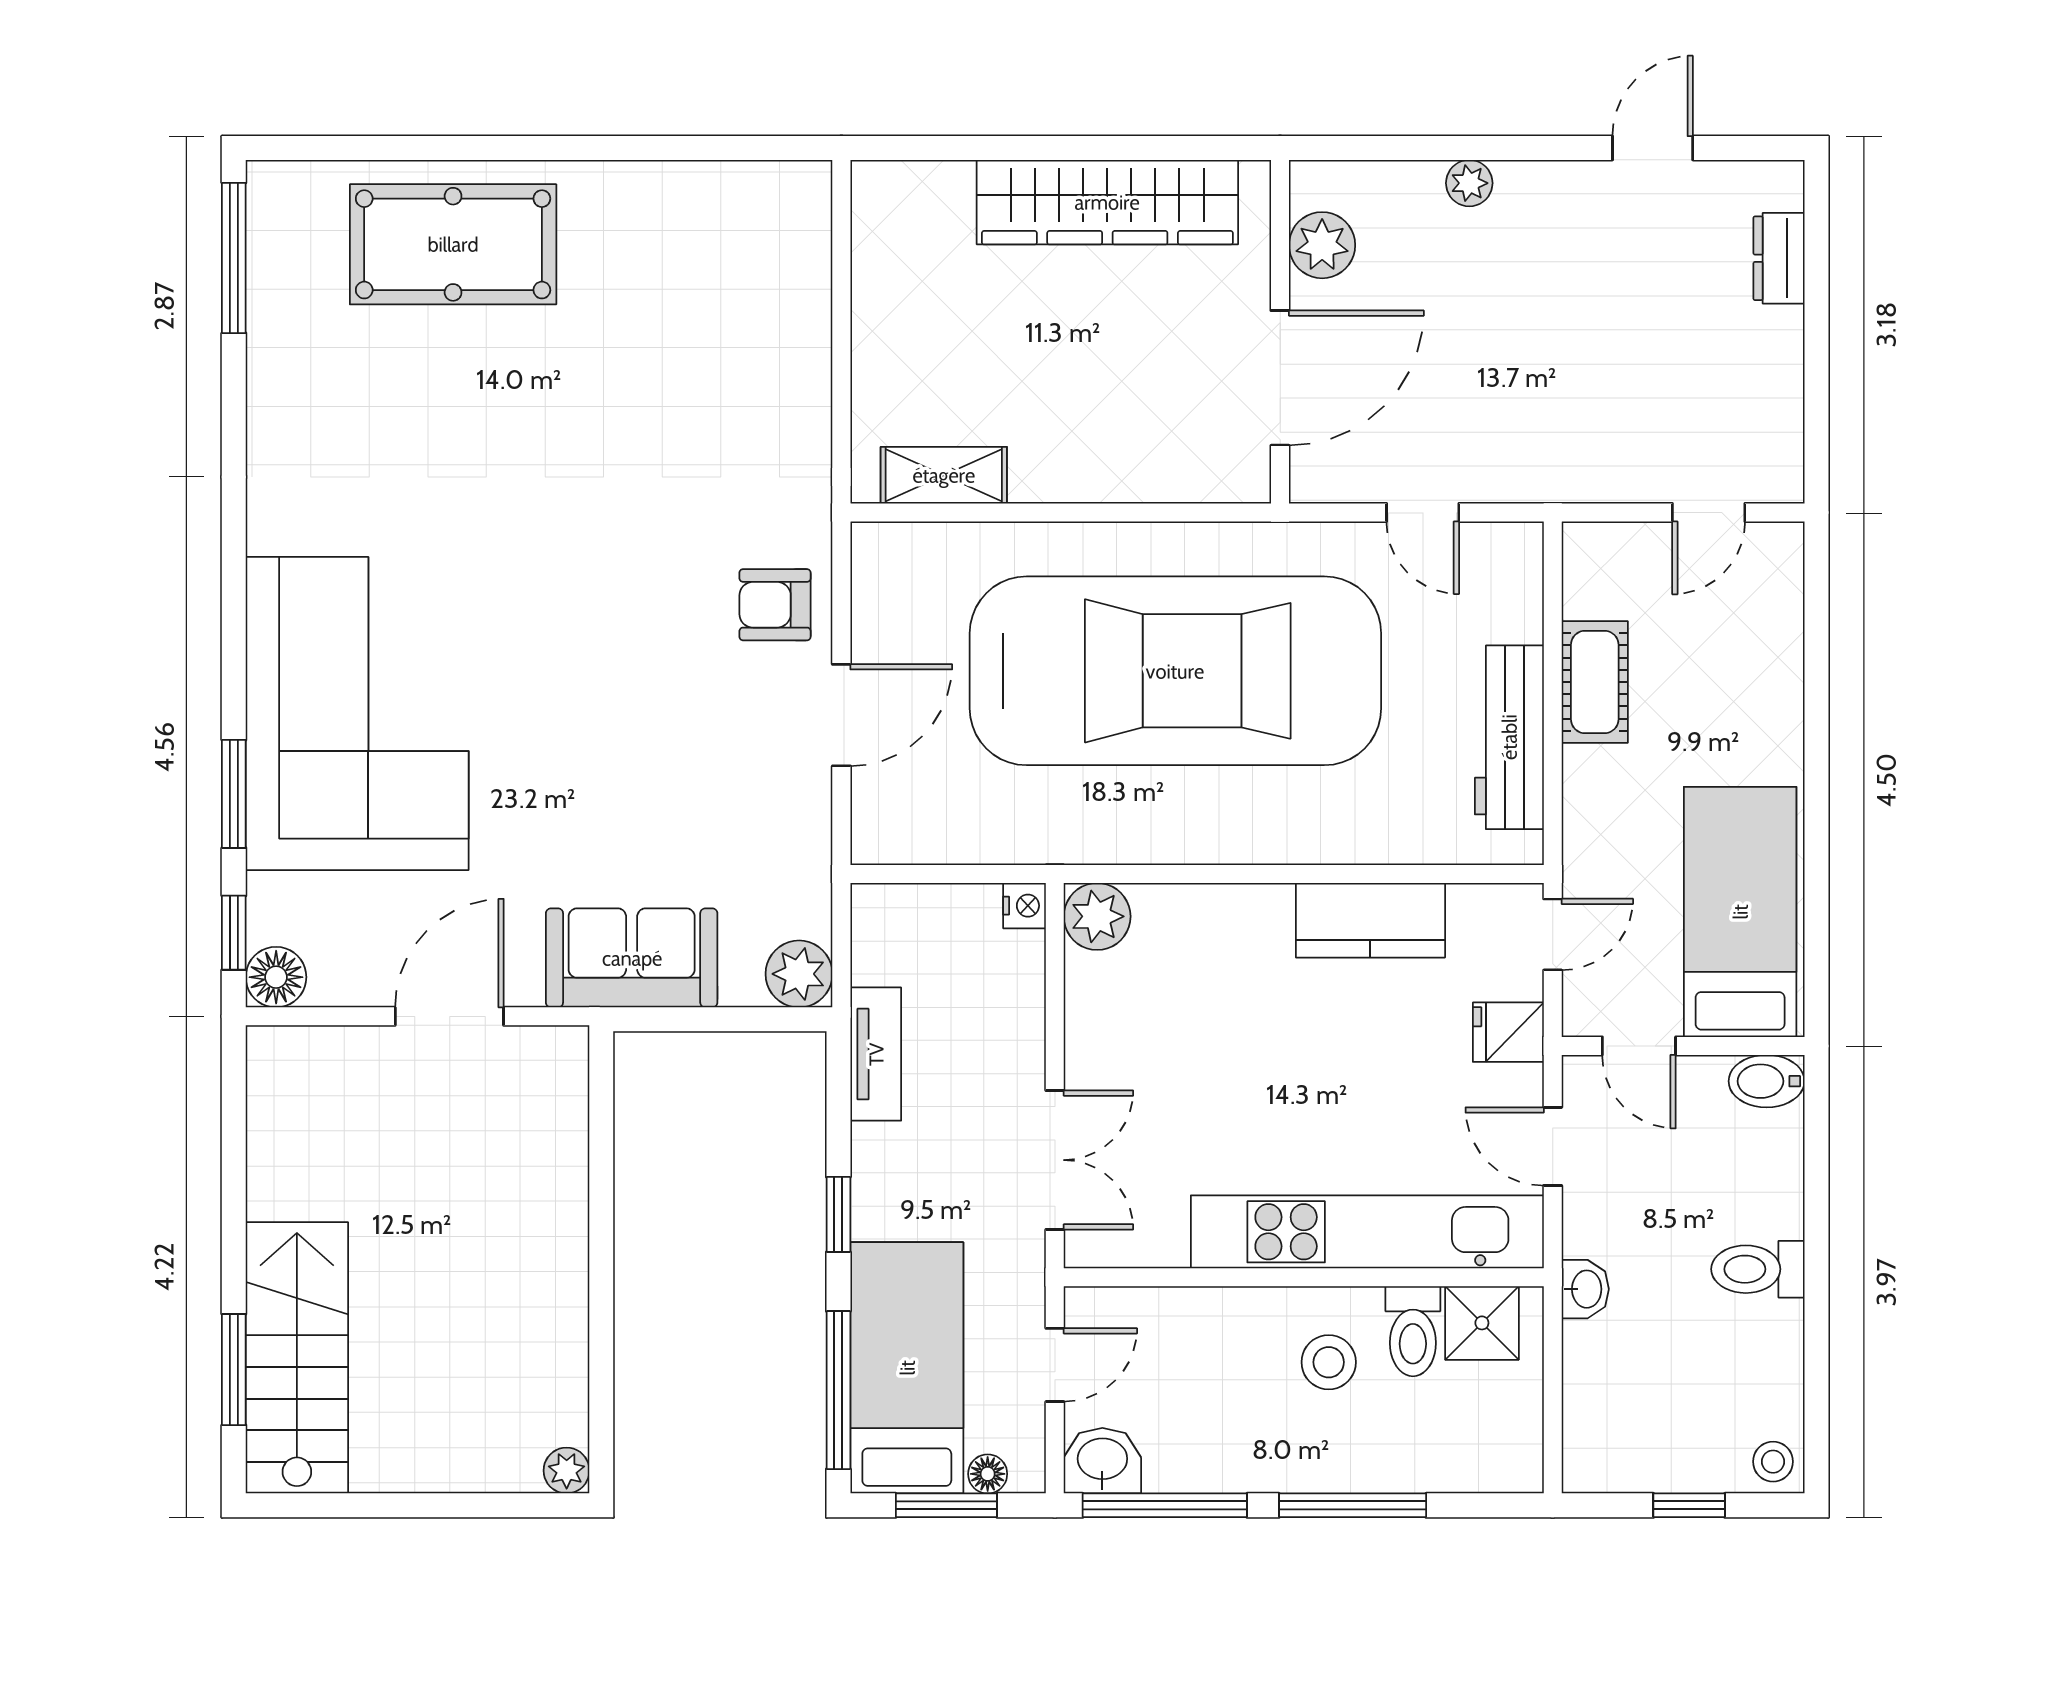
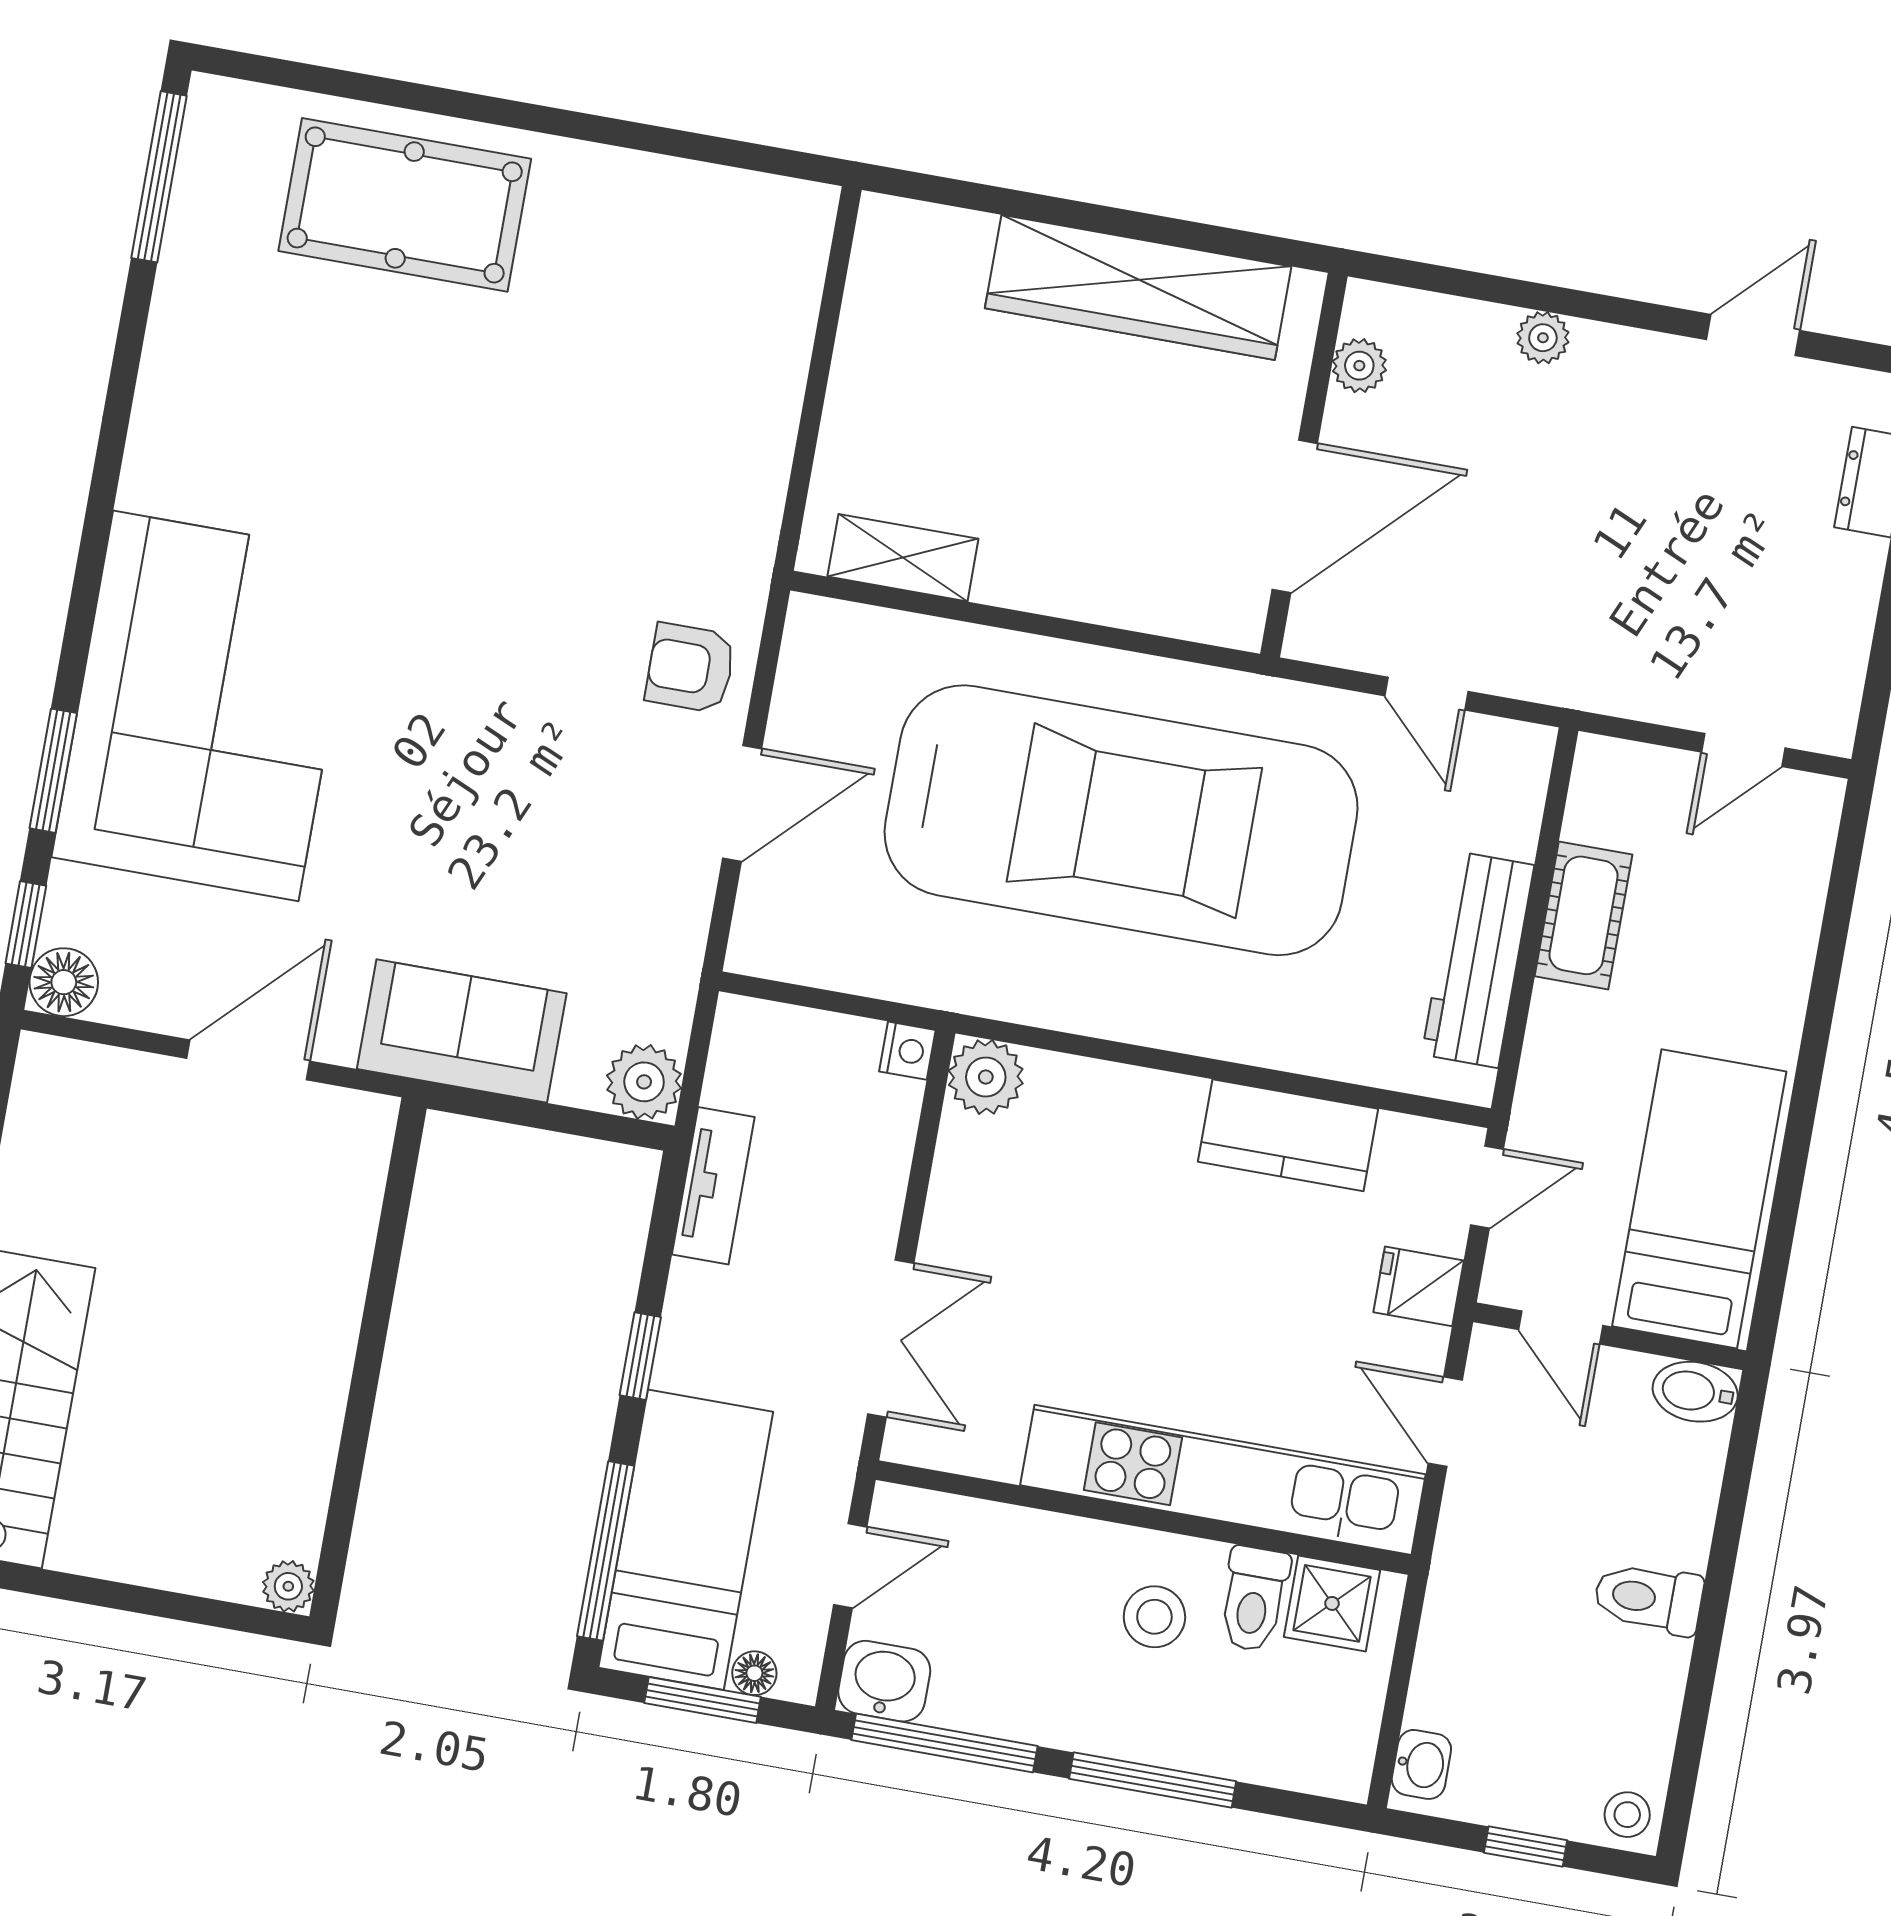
plant: (1322, 245) -> (1359, 366), width x0.73, depth x0.73
washbasin: (1585, 1289) -> (1421, 1764), moved

